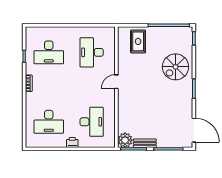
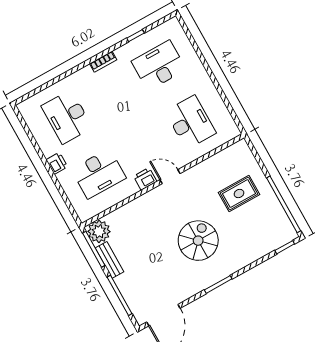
rug: (138, 41) -> (239, 194), moved
desk: (49, 52) -> (159, 65), turned 90
desk: (92, 52) -> (191, 122), turned 90
spiral stairs: (175, 67) -> (198, 241), moved, turned 90
printer: (110, 97) -> (145, 179), added

